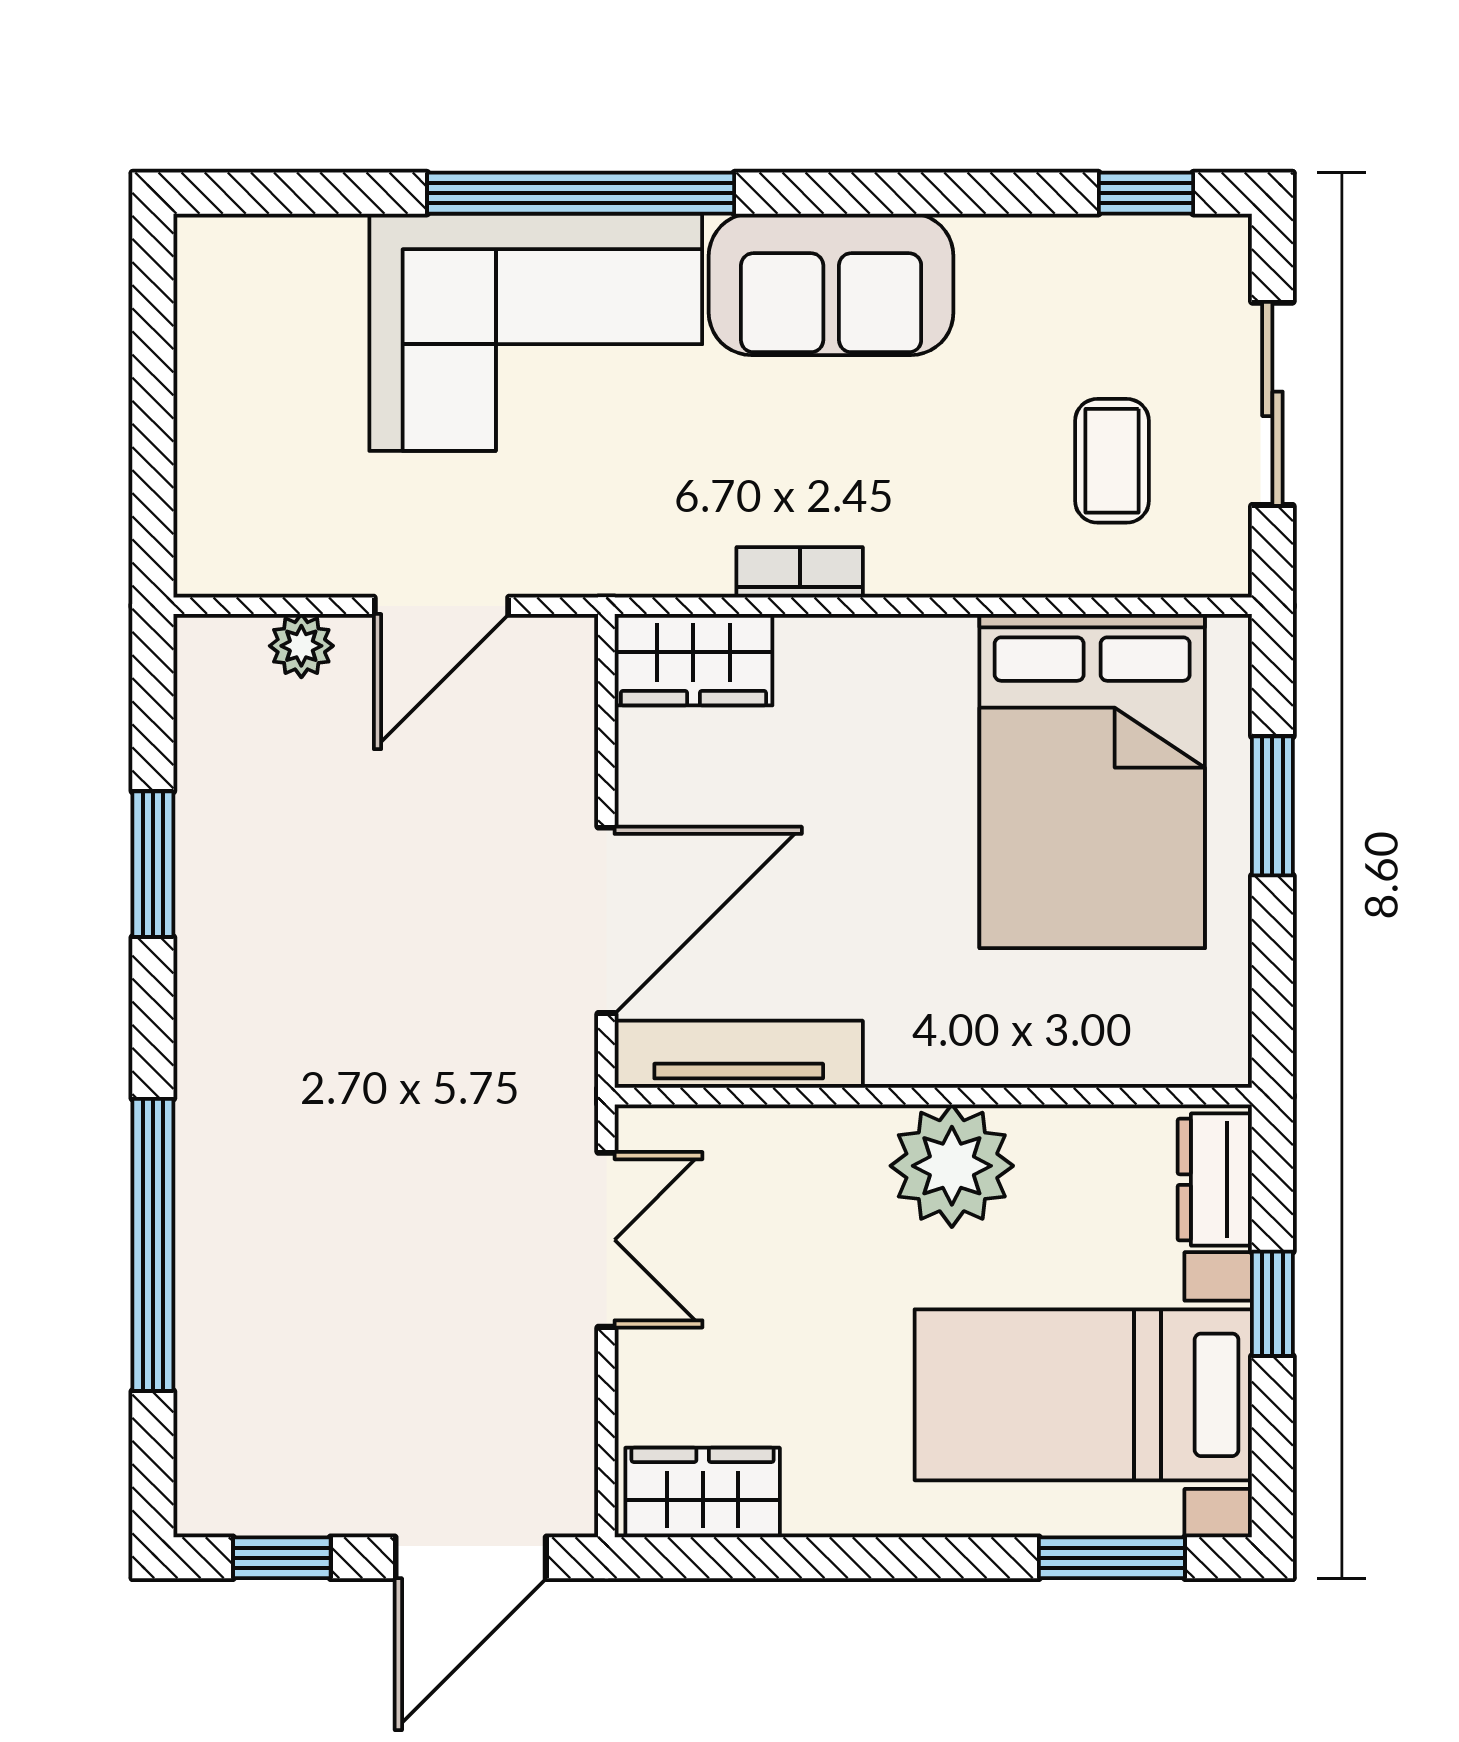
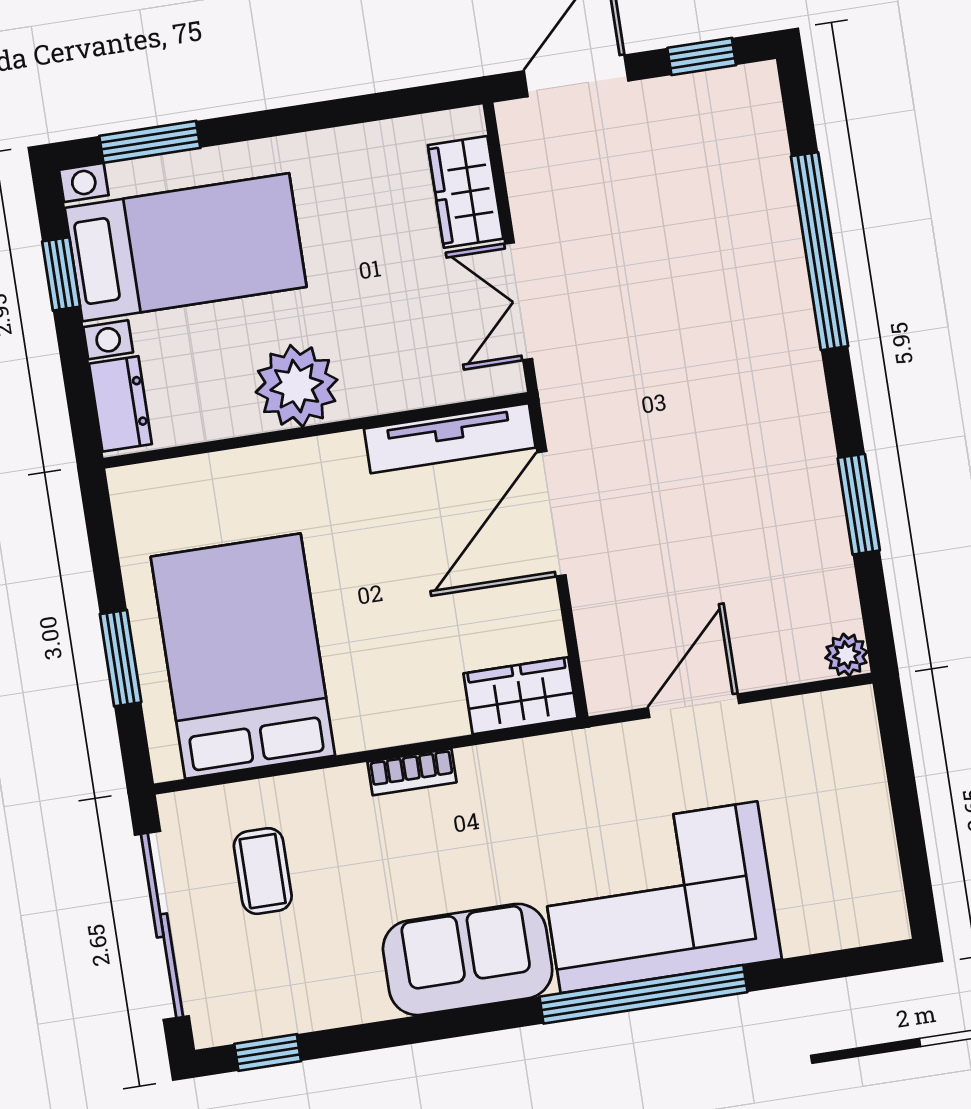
sliding door: (1272, 404) -> (162, 925), width x1.37
bookcase: (800, 572) -> (412, 772), moved
plant: (301, 646) -> (846, 655), moved
window: (1272, 1304) -> (61, 274), moved
wardrobe: (703, 1493) -> (466, 192), moved, turned 90

